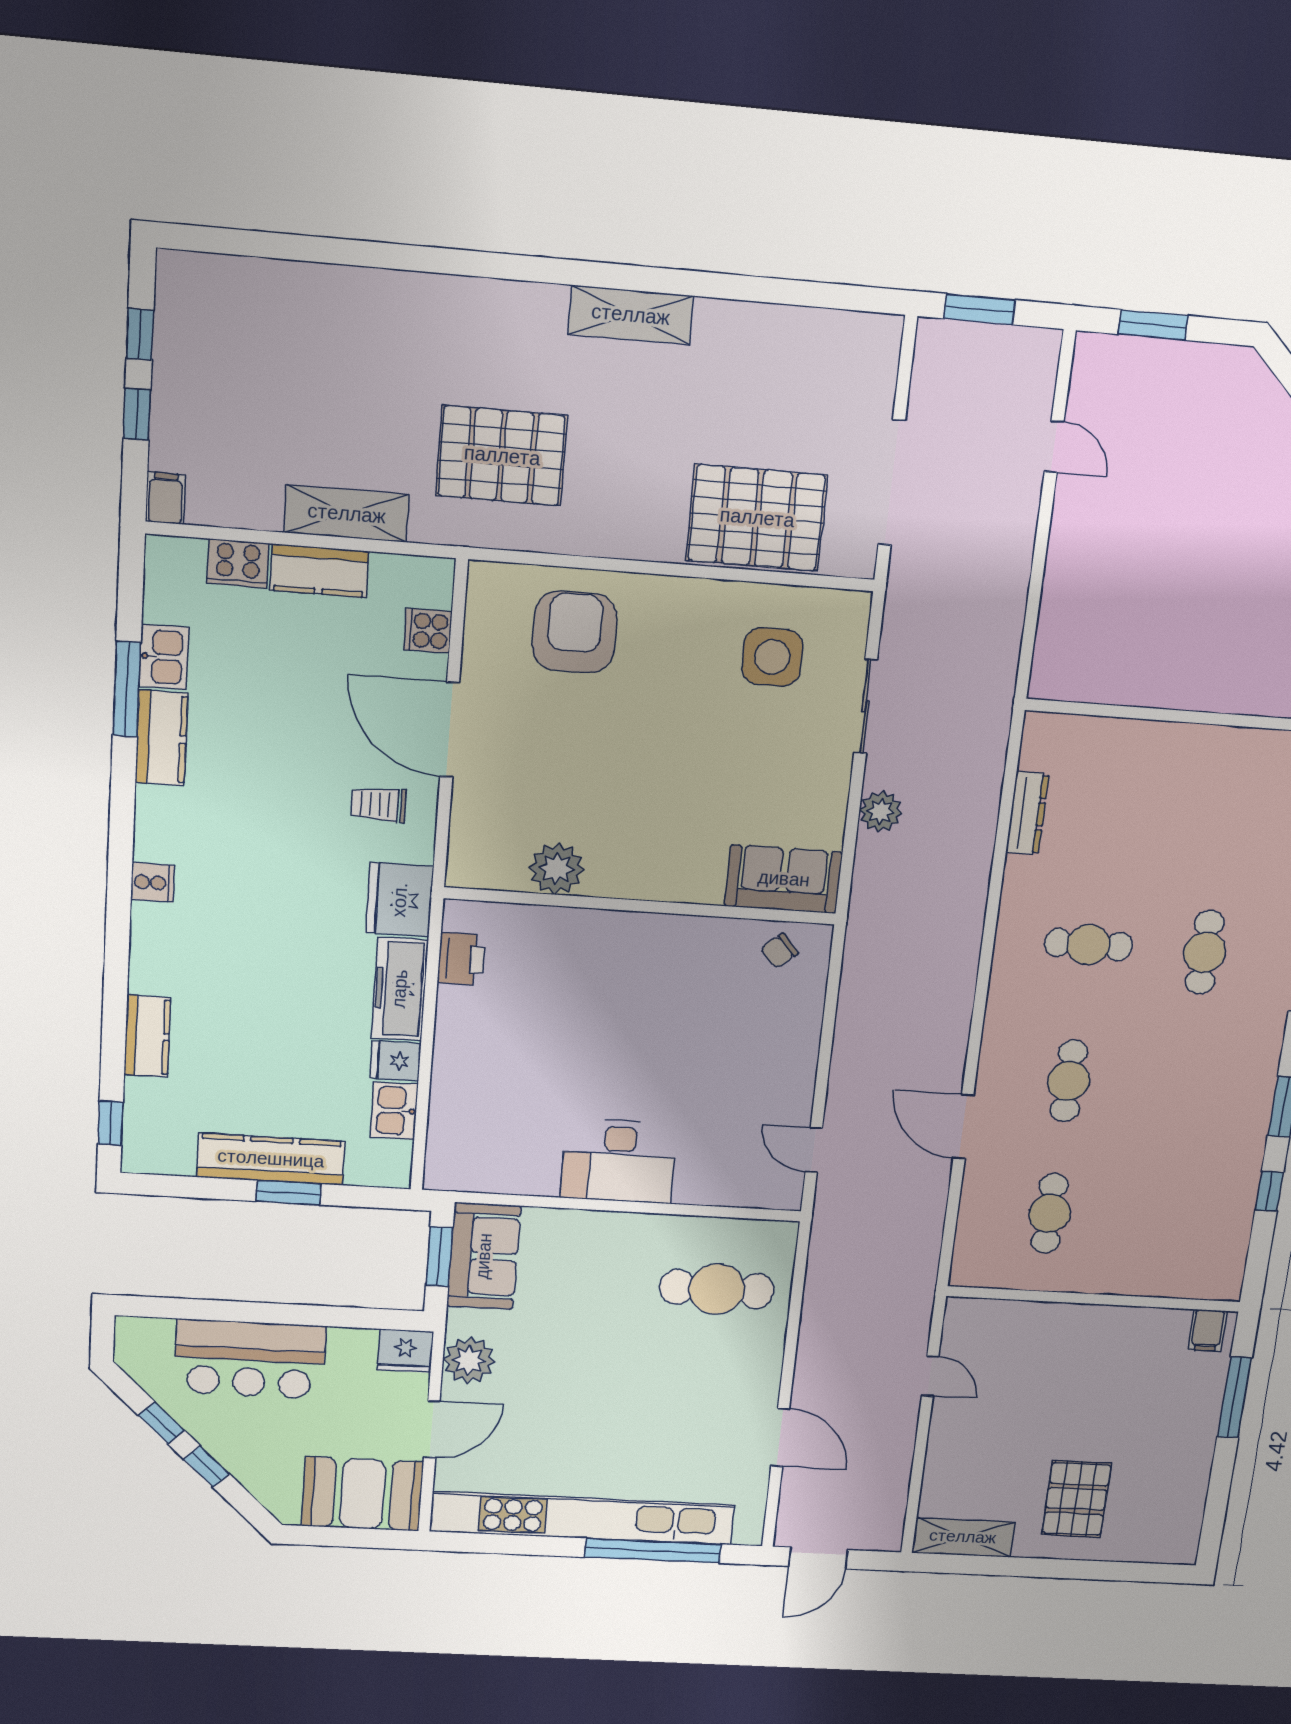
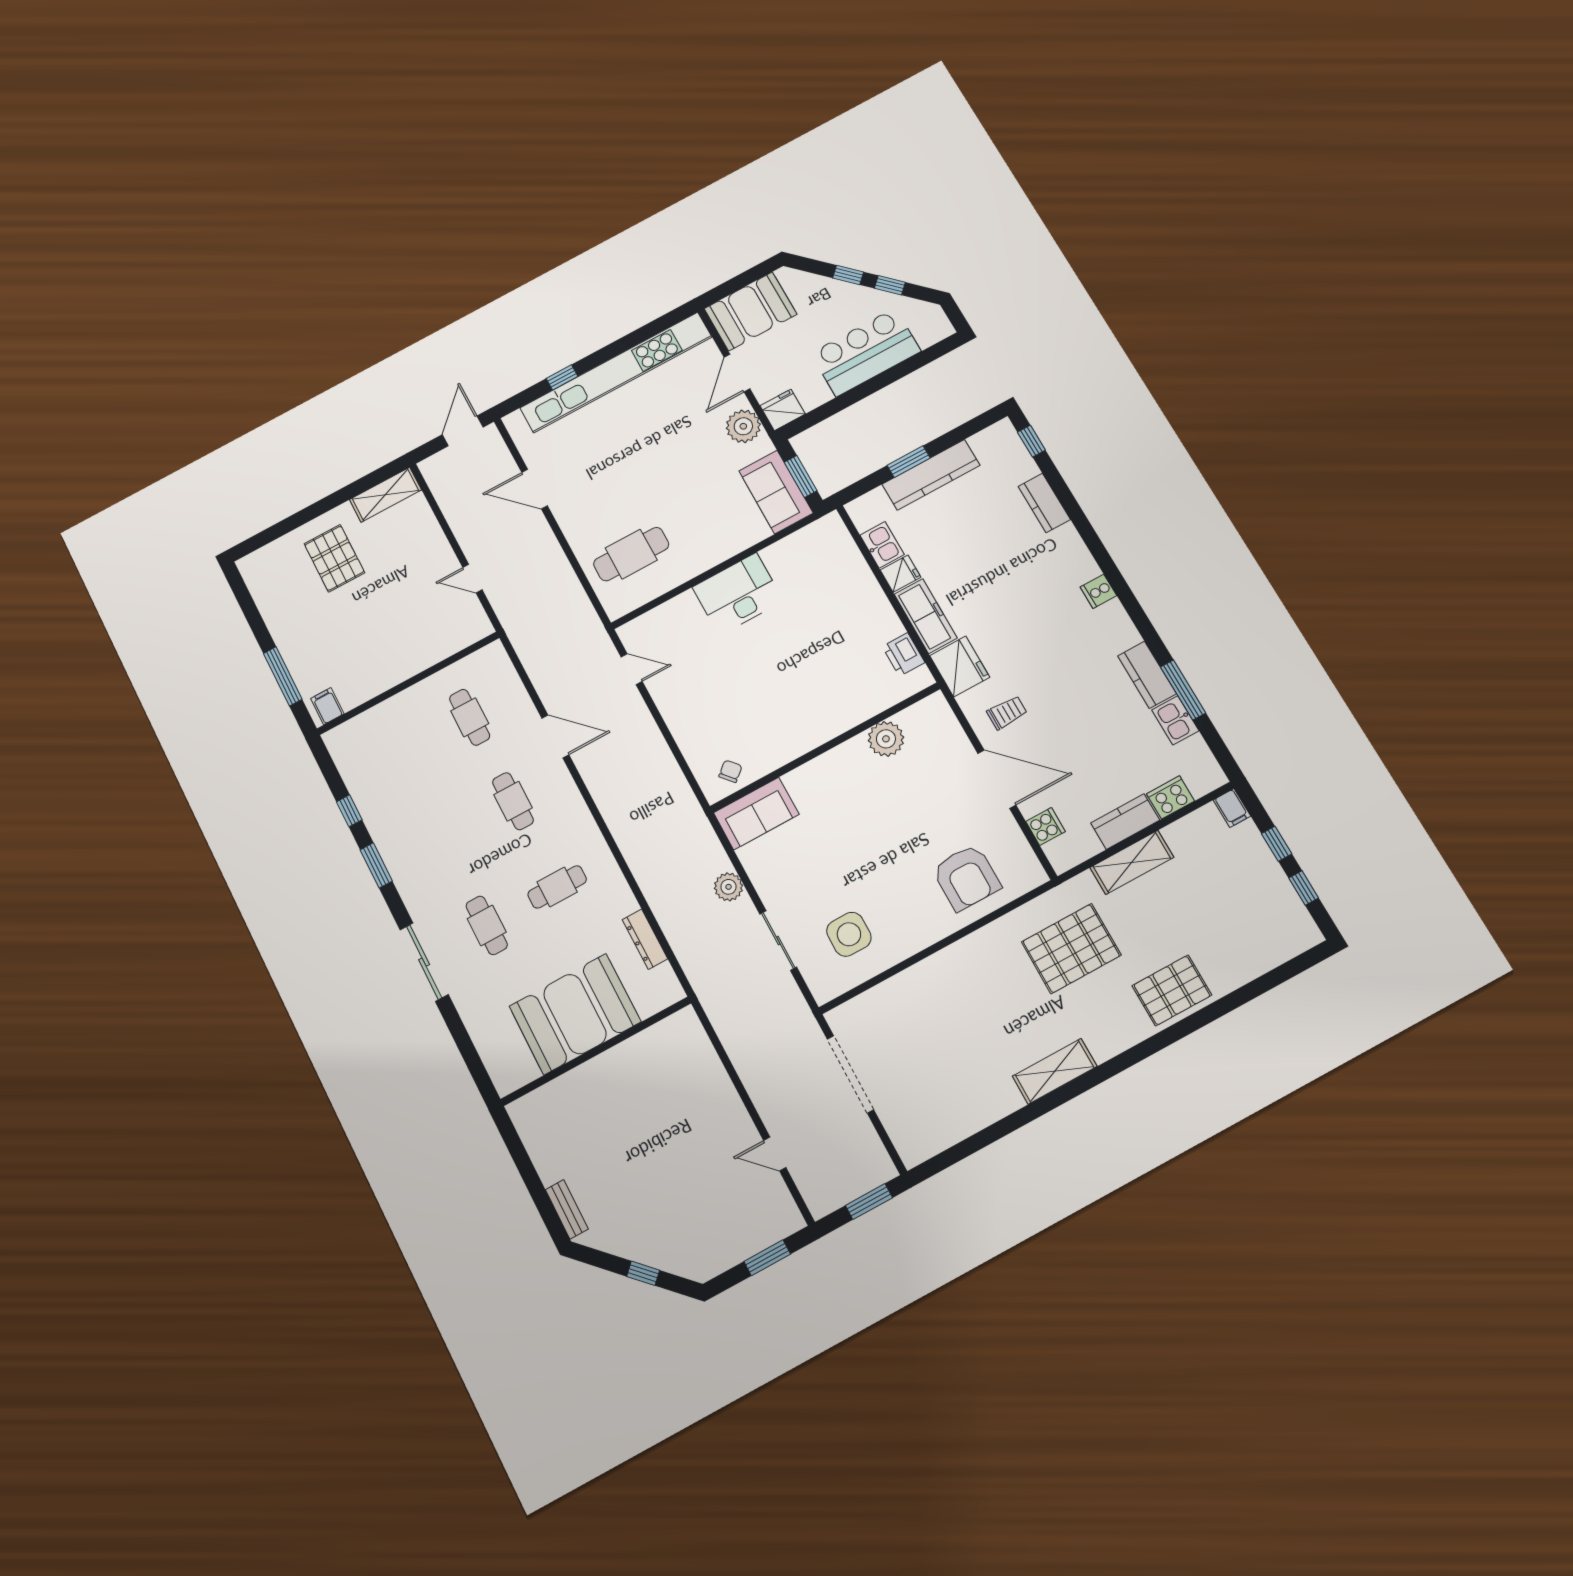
pallet: (757, 518) -> (1172, 990), moved, width x0.73, depth x0.71
booth: (1175, 778) -> (575, 1014), added
window: (653, 1551) -> (562, 377), width x0.32

